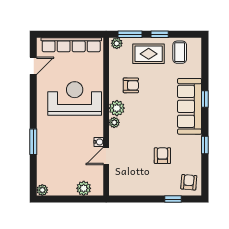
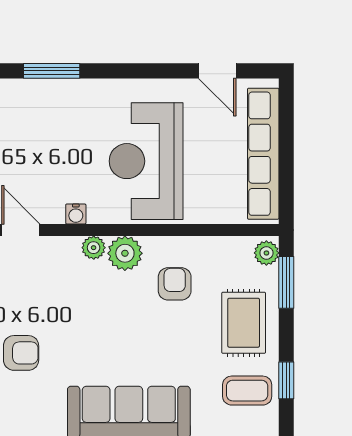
window: (160, 34) -> (286, 380), moved
armchair: (131, 85) -> (175, 284), turned 180
reception desk: (75, 98) -> (146, 161), turned 180
water cooler: (99, 142) -> (76, 214), moved

